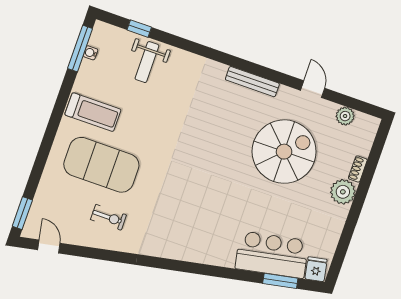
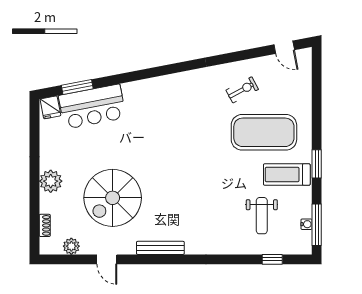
weight bench: (147, 62) -> (262, 216), moved, turned 180
shoe rack: (358, 169) -> (45, 225), moved
window: (22, 213) -> (317, 164), moved
exercise bike: (109, 217) -> (242, 90), turned 152

